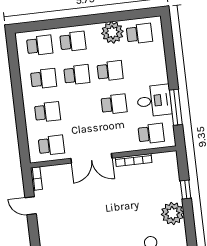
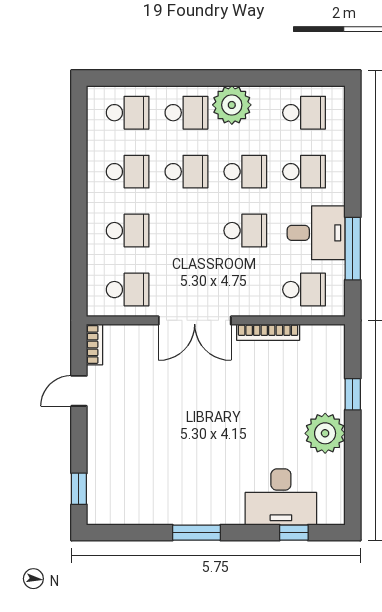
plant: (112, 32) -> (232, 105), moved
school desk: (143, 67) -> (304, 172), added
door: (31, 206) -> (79, 391), hinge flipped

